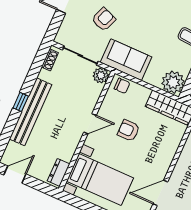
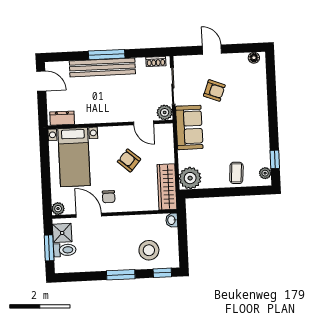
chair: (122, 86) -> (109, 197), moved
window: (21, 102) -> (107, 55), width x2.17
door: (90, 124) -> (144, 123), moved
armchair: (129, 130) -> (129, 160), turned -49

